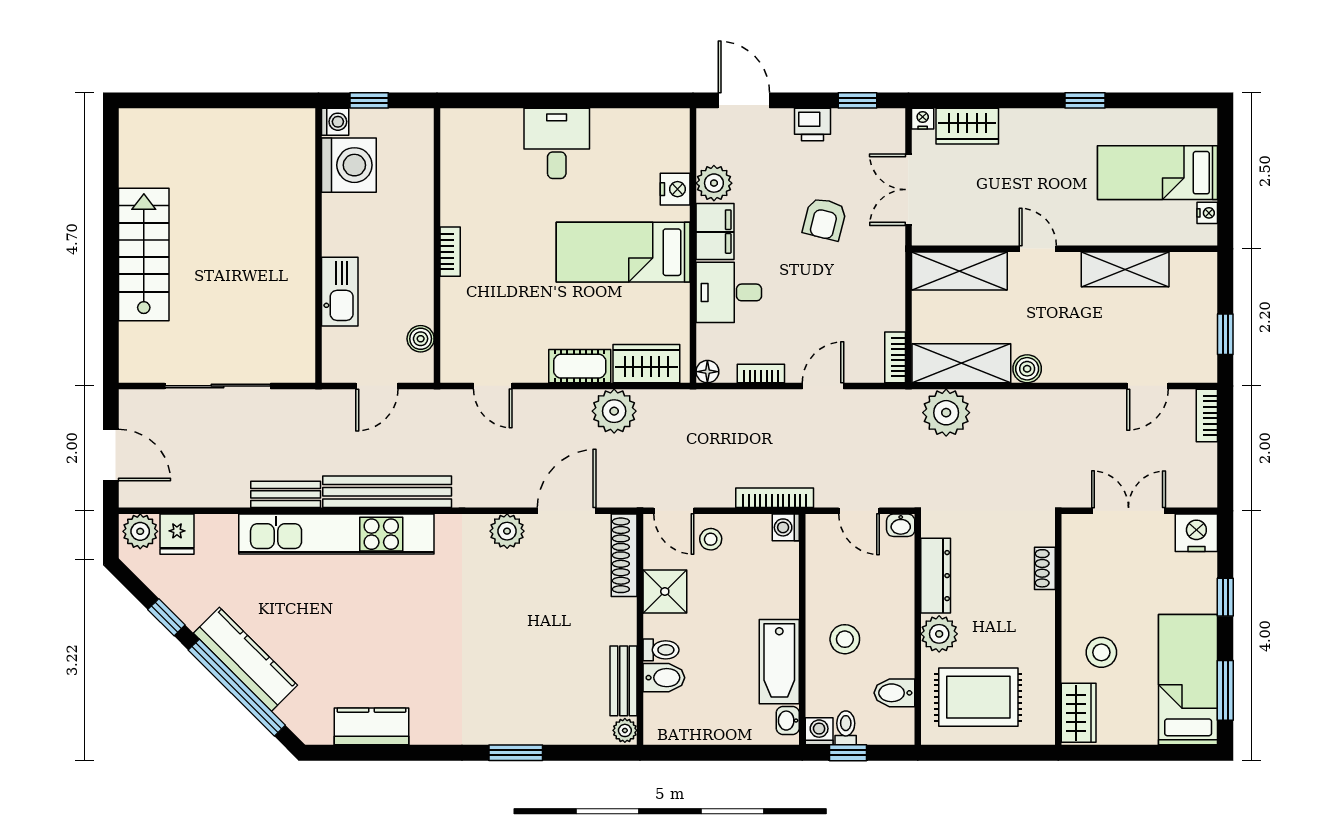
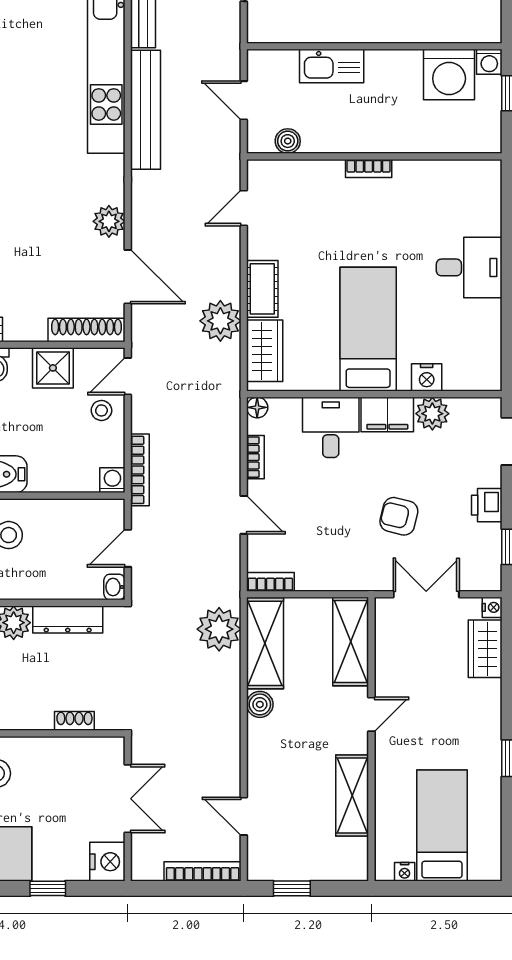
bookcase: (1207, 416) -> (203, 871), width x1.56

